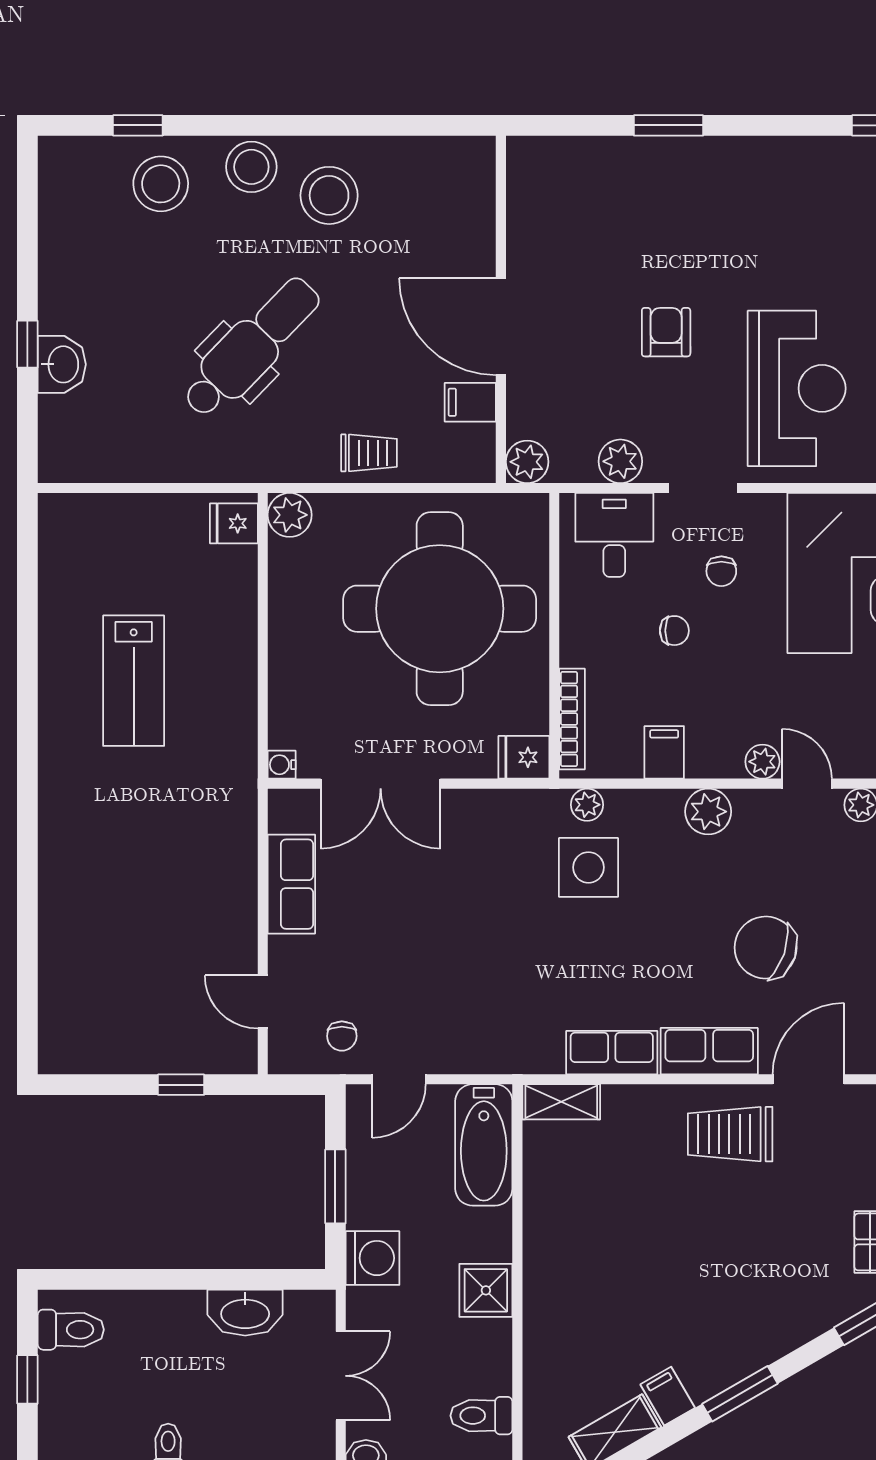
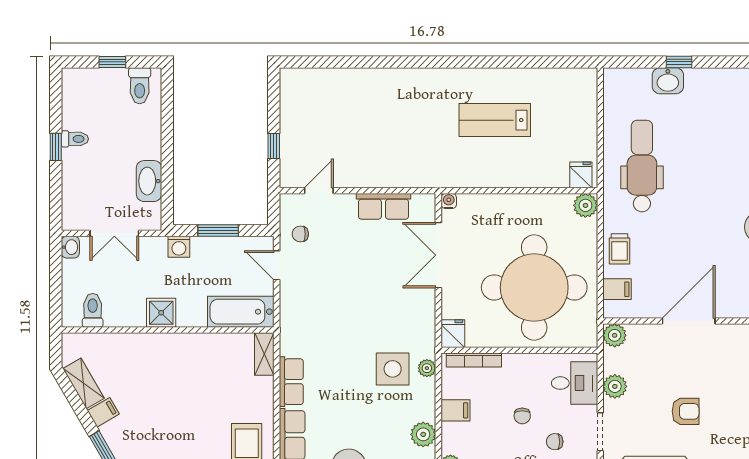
dental chair: (251, 347) -> (642, 166), moved, turned -134
filing cabinet: (470, 402) -> (617, 289), moved, turned 90
washing machine: (373, 1258) -> (179, 247), width x0.73, depth x0.73

